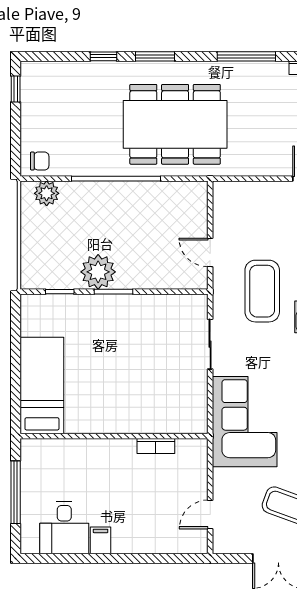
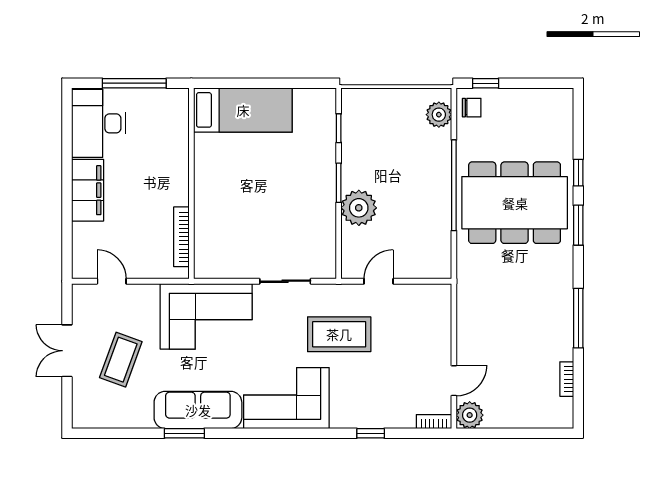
window: (16, 89) -> (486, 83), moved
dining table: (175, 124) -> (515, 203), moved, turned 90
chair: (40, 161) -> (472, 108), turned -90
plant: (98, 272) -> (359, 208), moved
bookcase: (156, 446) -> (181, 237), width x1.56
desk: (64, 527) -> (98, 123), width x1.37
filing cabinet: (101, 540) -> (88, 190), width x3.00, depth x1.17

